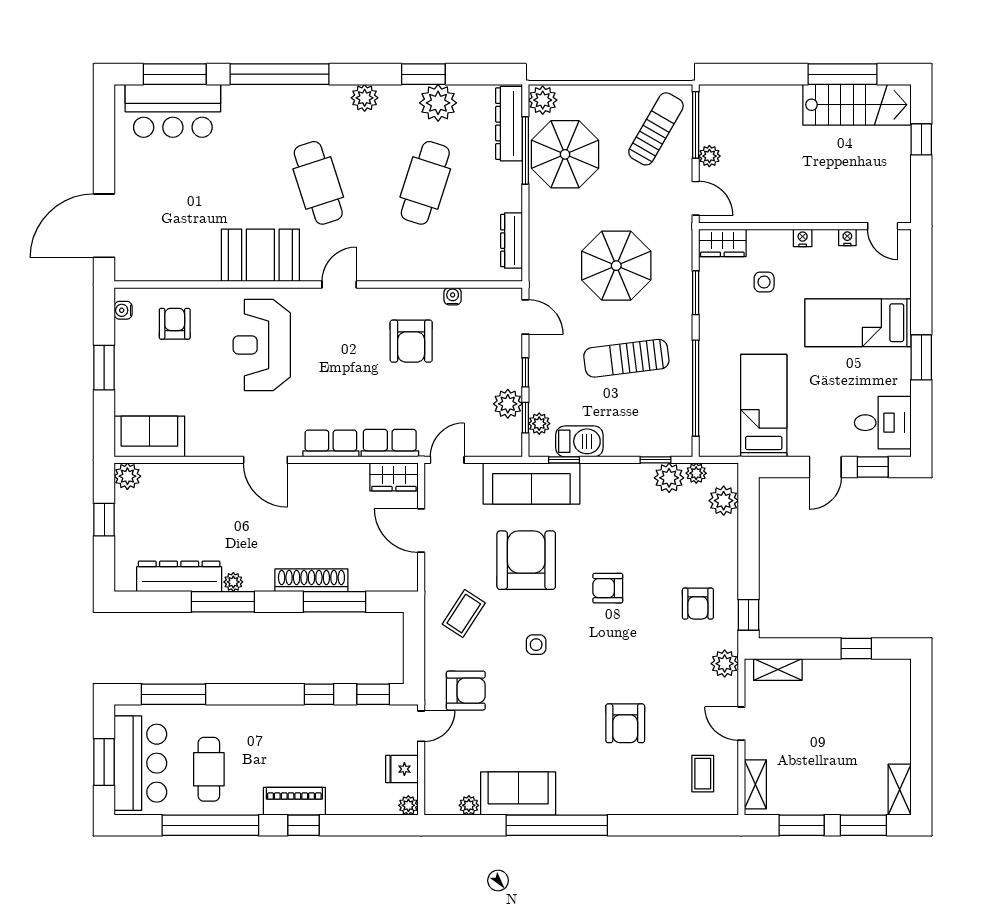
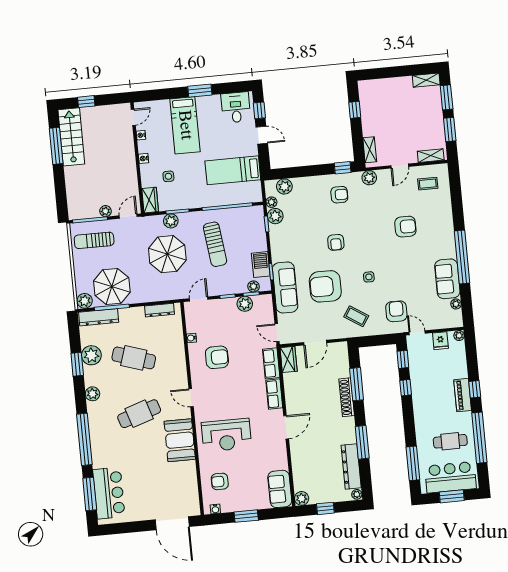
sun lounger: (656, 129) -> (94, 240), turned -30
plant: (679, 278) -> (171, 221), added
plant: (233, 582) -> (357, 494), moved

